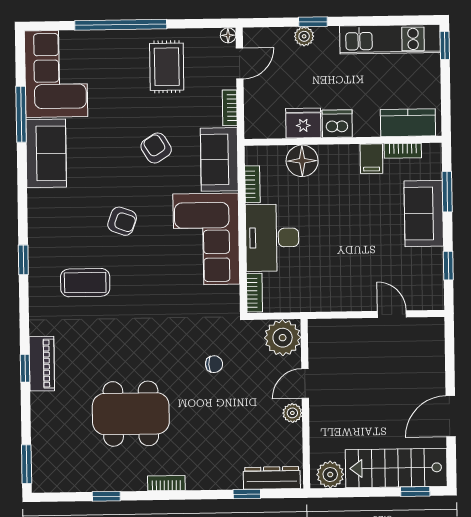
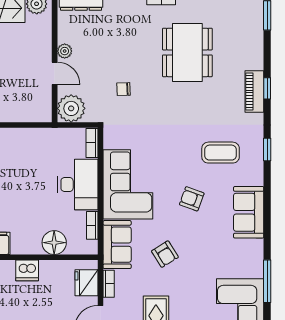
fridge: (303, 123) -> (87, 283), moved, turned 90
sofa: (46, 153) -> (249, 212), moved
window: (23, 260) -> (267, 149), moved
door: (305, 384) -> (55, 73), hinge flipped
dining table: (131, 414) -> (187, 52), turned 90

